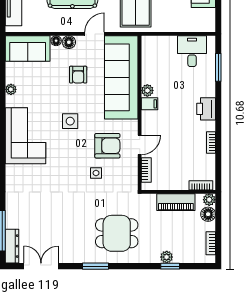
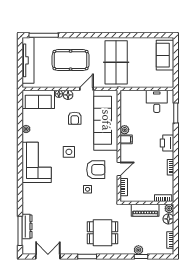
dresser: (12, 246) -> (27, 227), moved

